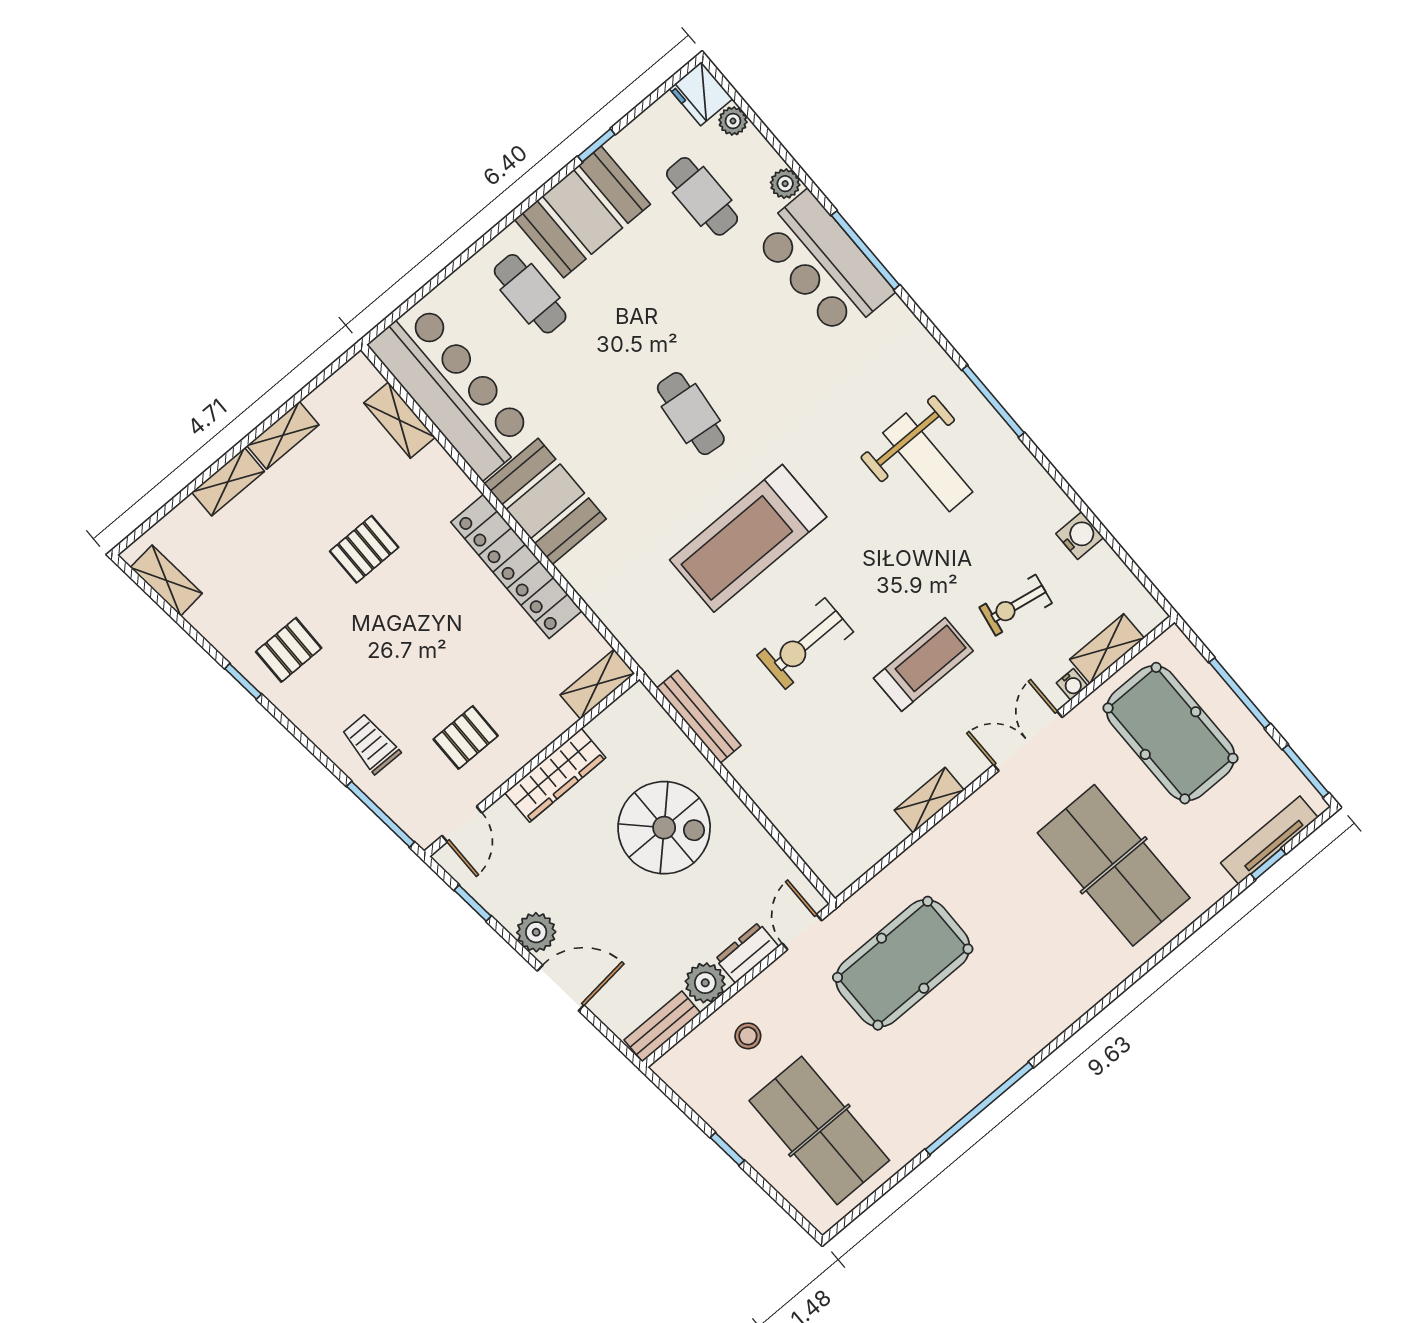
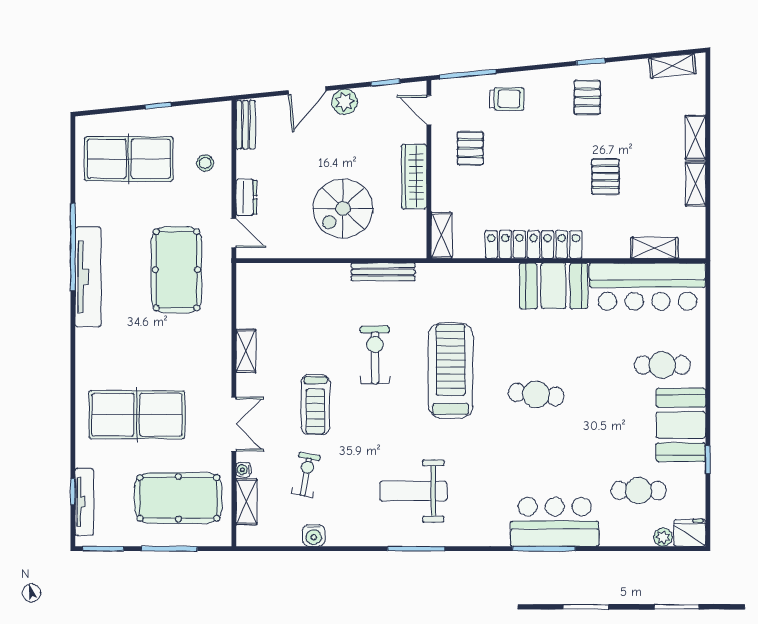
plant: (785, 184) -> (610, 537), removed
plant: (705, 983) -> (249, 164), removed
tv unit: (1000, 1061) -> (88, 277), added

